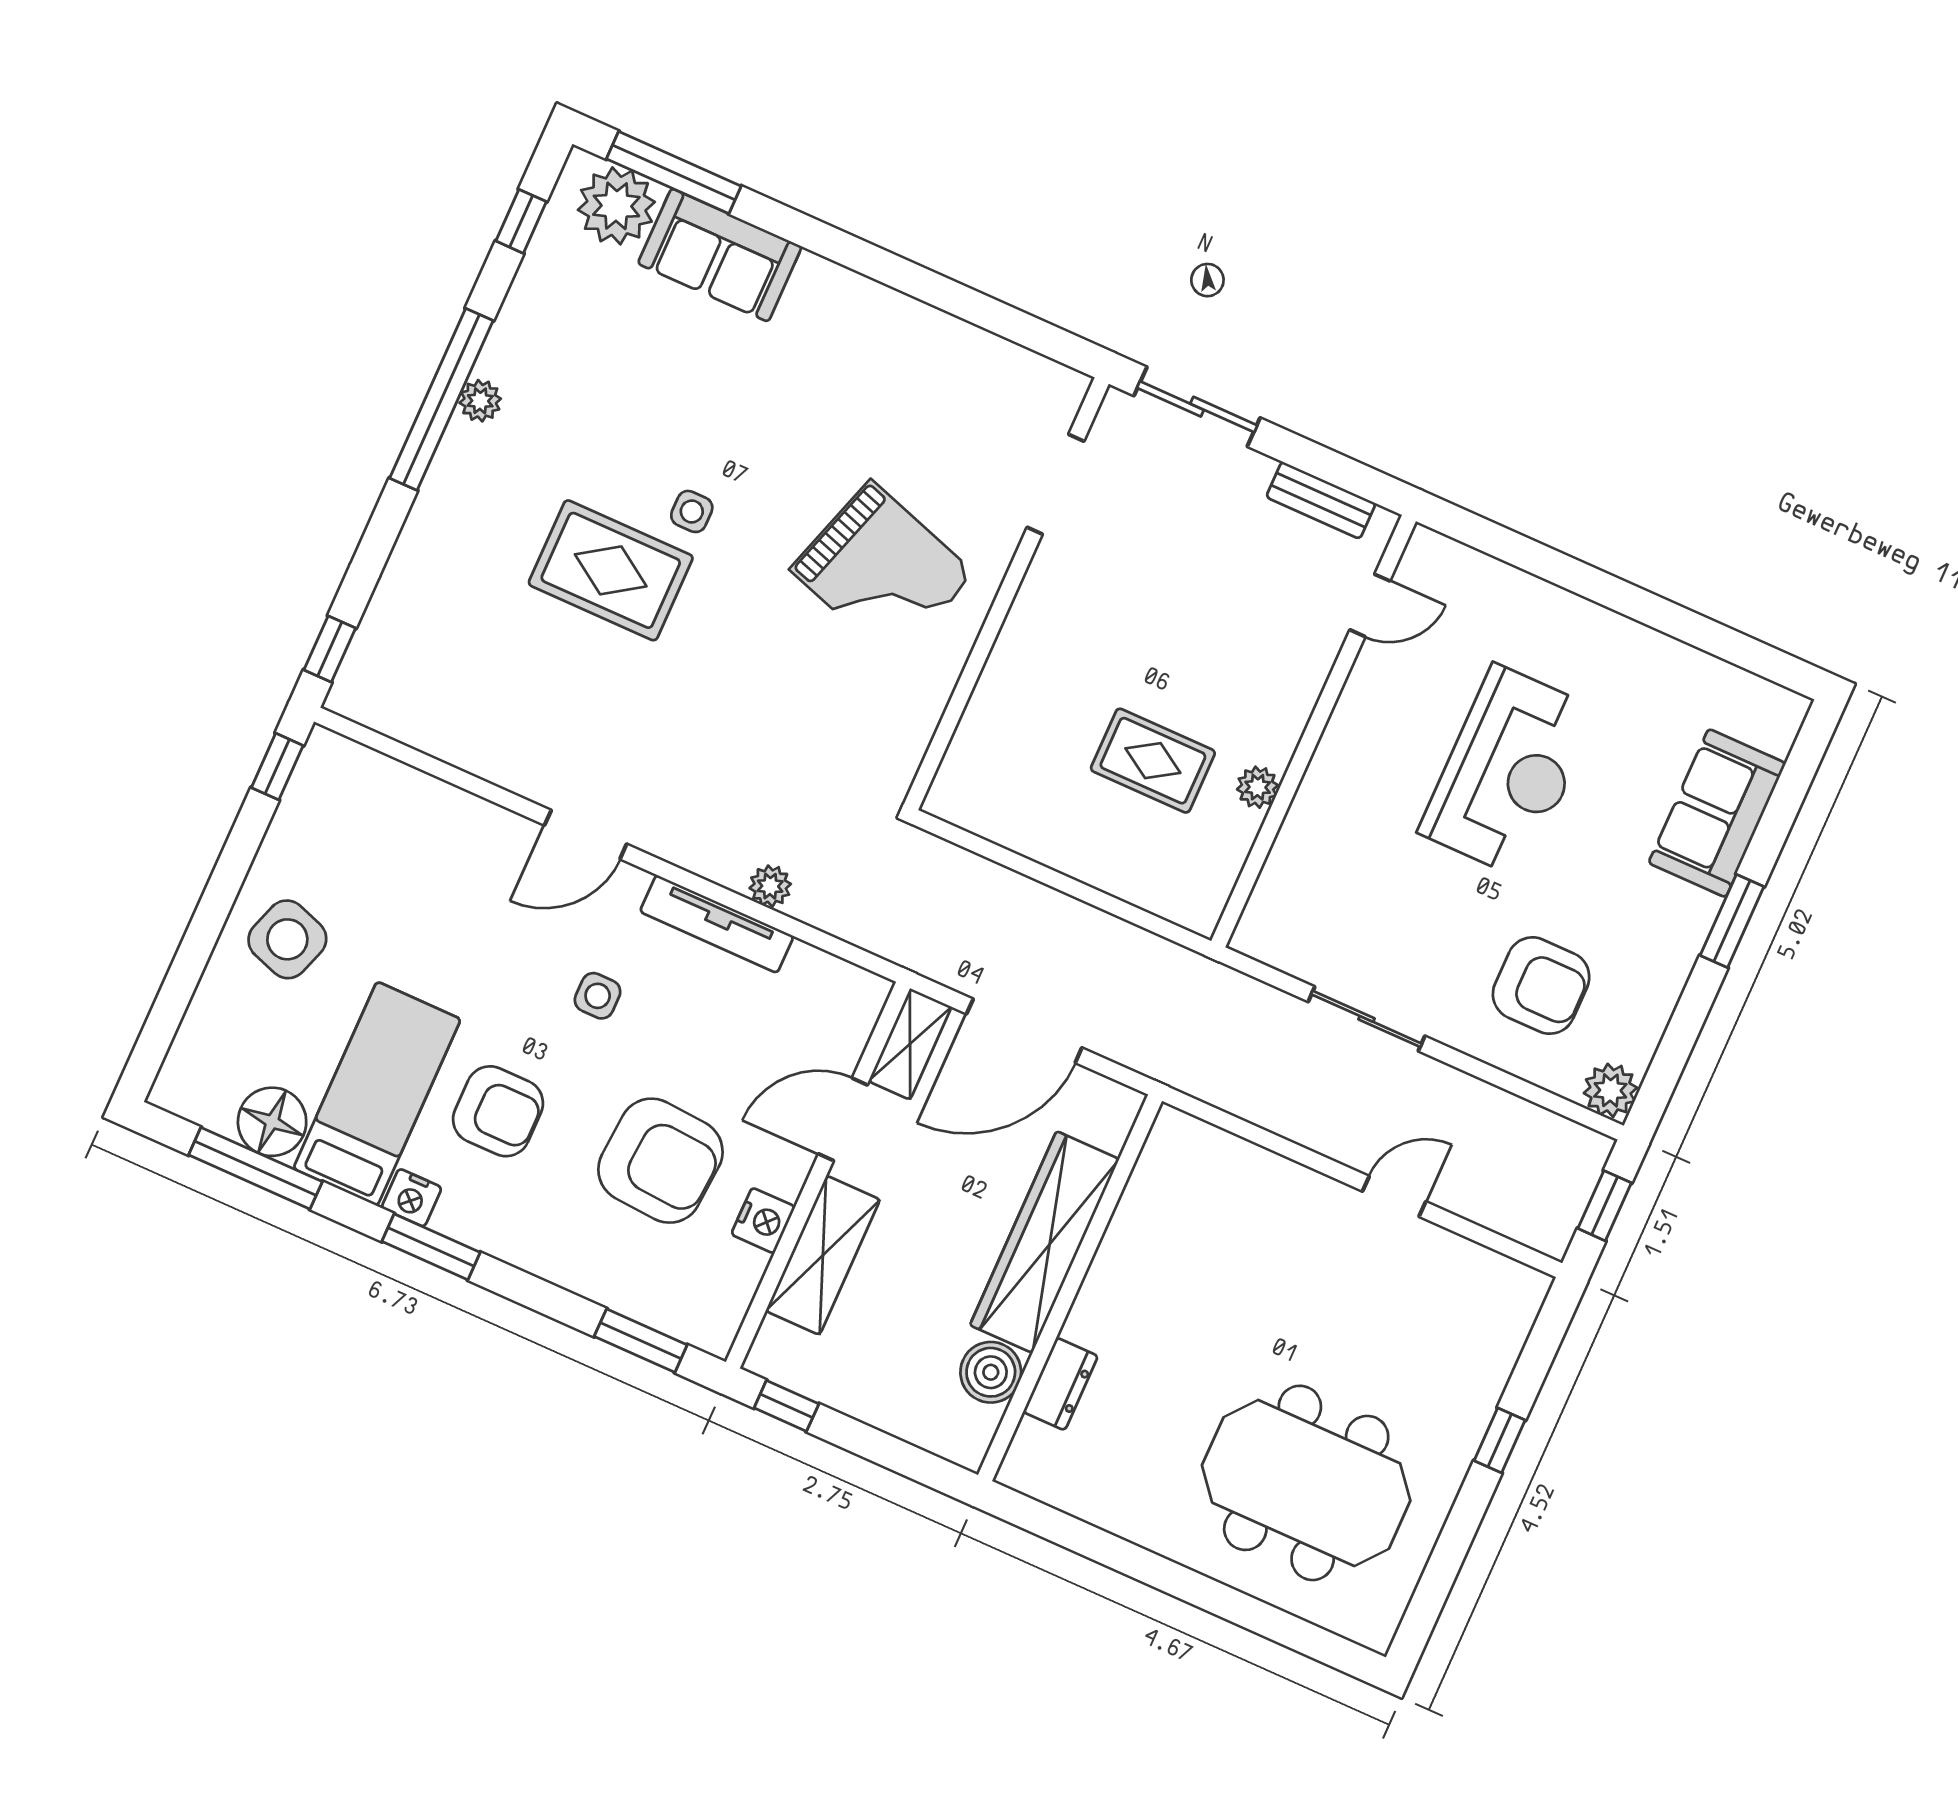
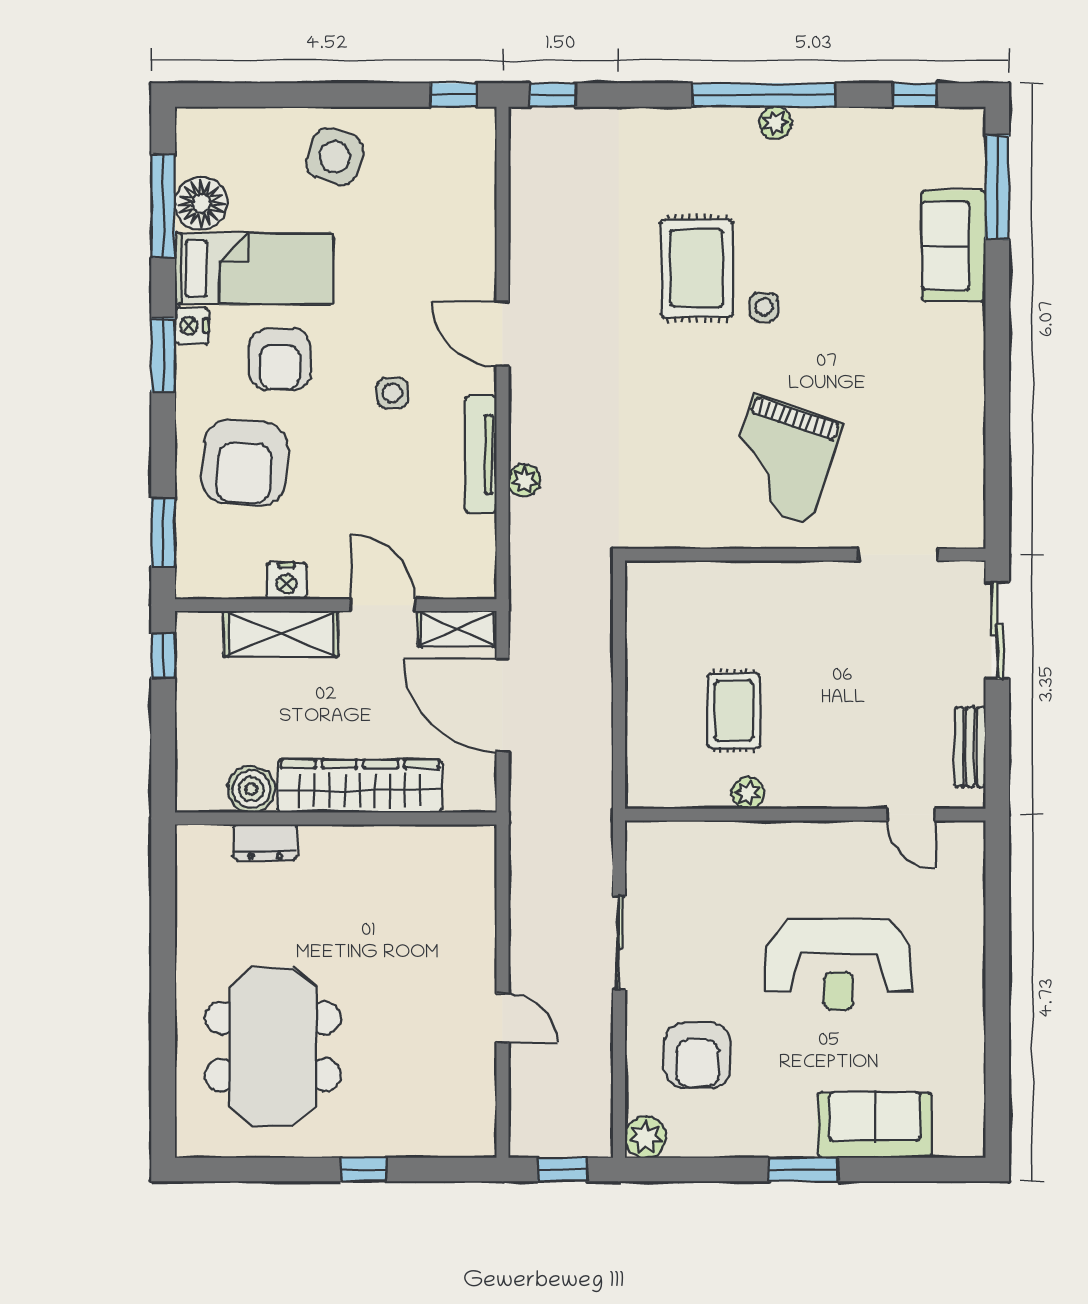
plant: (616, 206) -> (956, 157), removed
armchair: (660, 1161) -> (245, 463), moved

